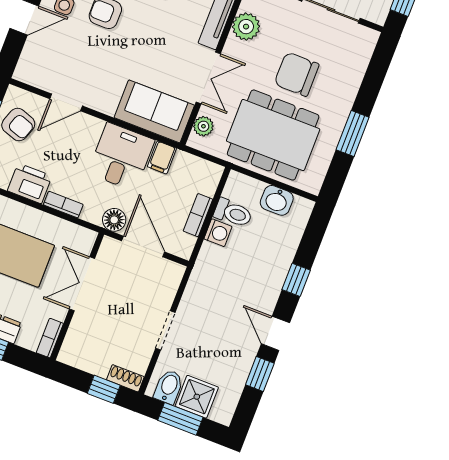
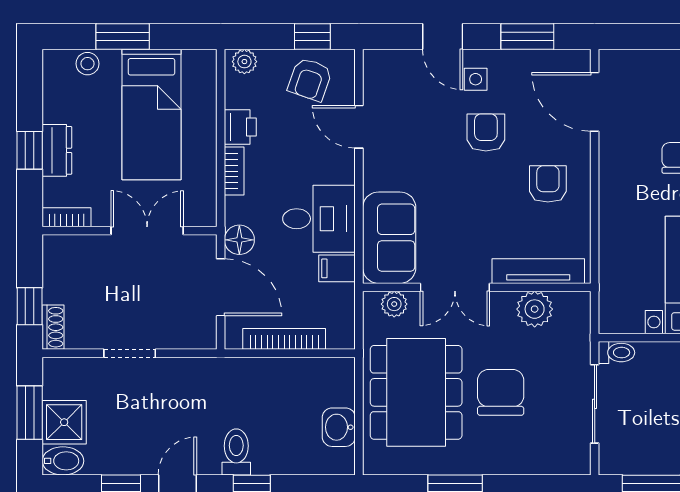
printer: (30, 183) -> (240, 127), width x0.73, depth x0.81
toilet: (233, 213) -> (236, 452), moved, turned 180
bookcase: (198, 215) -> (284, 339), width x1.56
washing machine: (218, 233) -> (272, 371), removed
door: (143, 246) -> (221, 287), hinge flipped
bidet: (169, 387) -> (63, 461), moved

